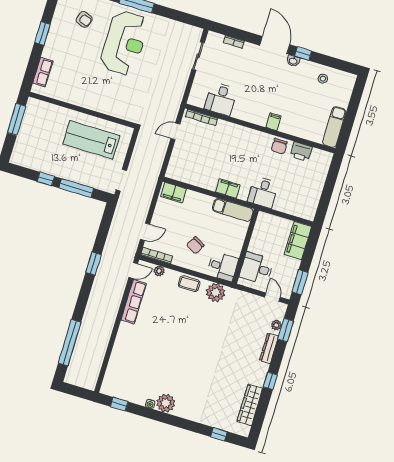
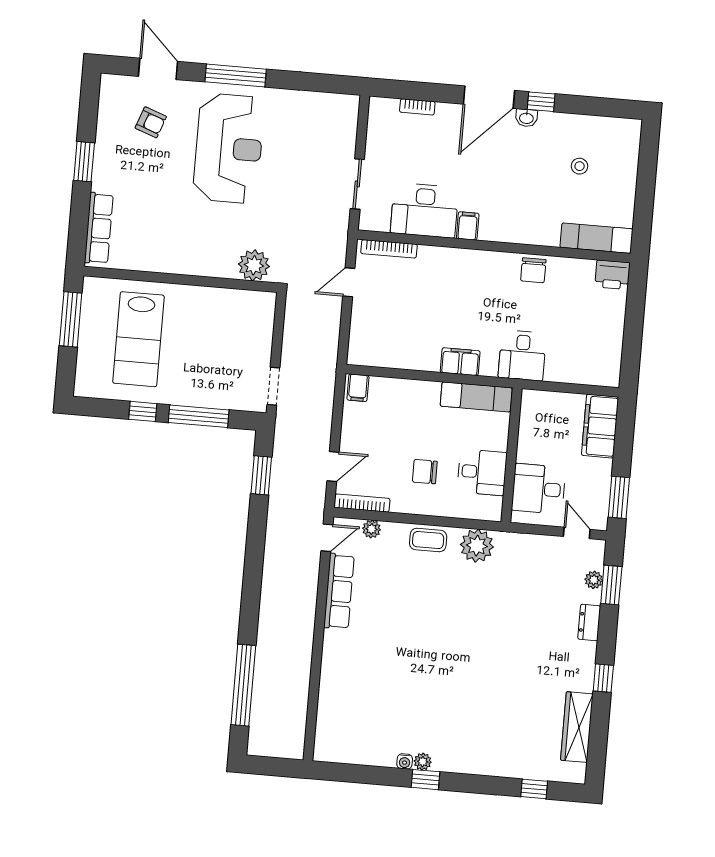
door: (275, 45) -> (489, 97), swing flipped
sliding door: (198, 56) -> (357, 184), moved
row of seats: (43, 72) -> (99, 228), width x1.48
stool: (323, 79) -> (580, 166), moved
desk: (221, 99) -> (424, 210), width x1.37
plant: (125, 111) -> (254, 265), added
filing cabinet: (273, 122) -> (468, 226), moved
exam couch: (334, 127) -> (596, 238), moved, turned 90
lab bench: (91, 140) -> (138, 339), moved, turned -90
printer: (301, 151) -> (612, 275), moved
filing cabinet: (173, 193) -> (358, 388), width x0.50
chair: (195, 245) -> (425, 472), turned 62
window: (93, 264) -> (261, 475), moved
desk: (223, 267) -> (482, 472), moved
dresser: (269, 348) -> (589, 623), width x0.70
plant: (166, 403) -> (423, 762), width x0.53, depth x0.53
window: (119, 404) -> (426, 780), moved

